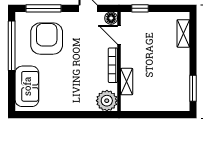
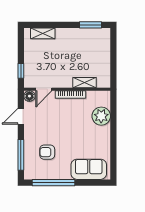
armchair: (47, 39) -> (47, 152), width x0.53, depth x0.53
plant: (107, 101) -> (101, 116), moved

